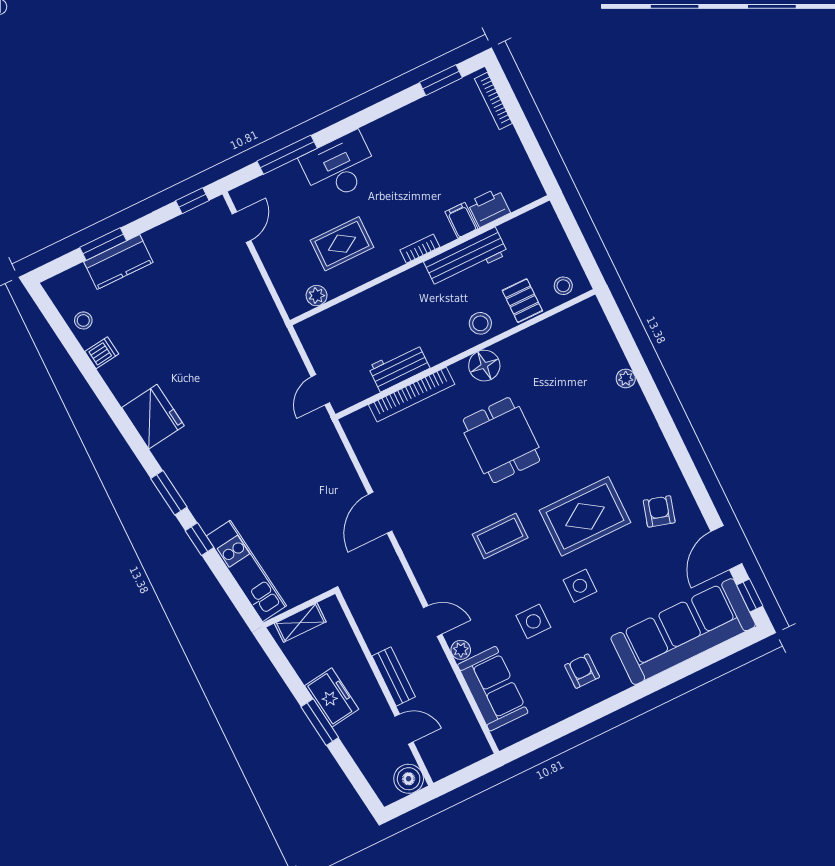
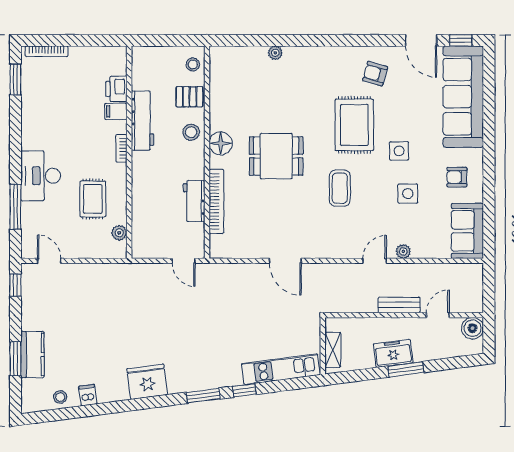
sofa: (493, 689) -> (467, 231), moved, turned -90

